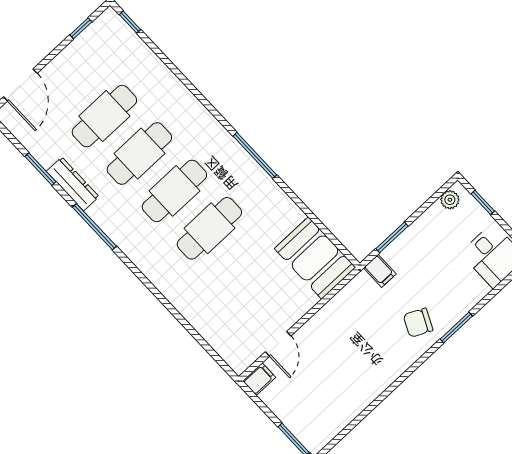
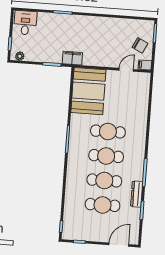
booth: (315, 258) -> (88, 91), width x1.36, depth x1.42
filing cabinet: (380, 271) -> (72, 58), width x2.00
chair: (418, 323) -> (140, 45), moved

